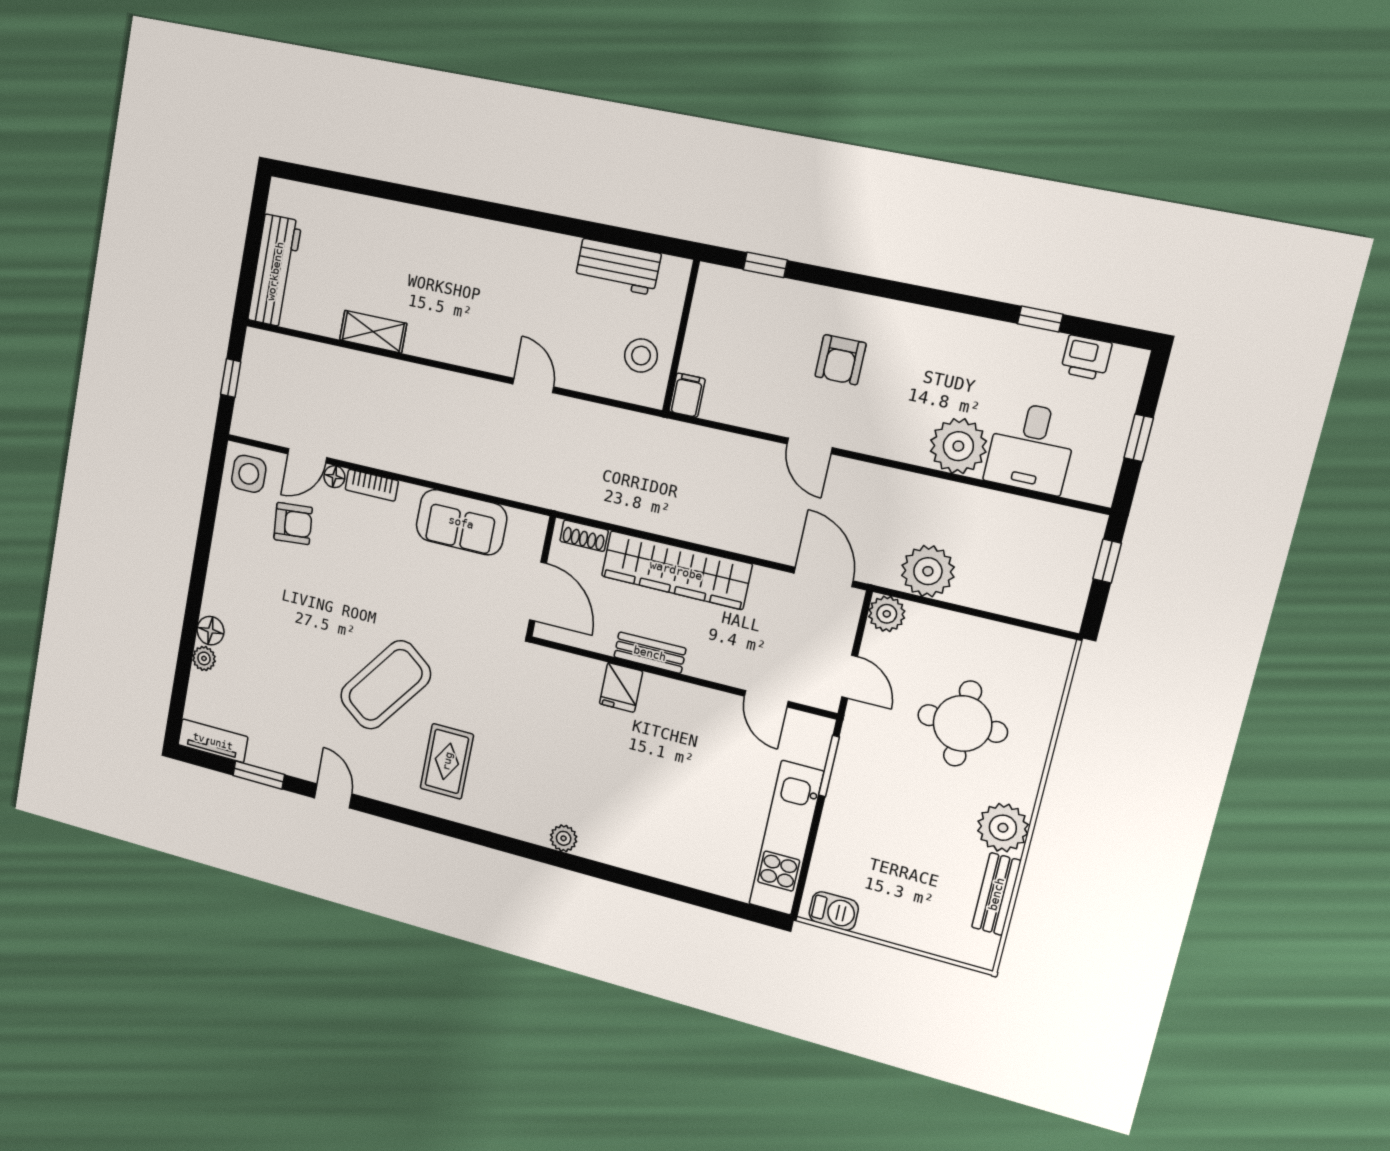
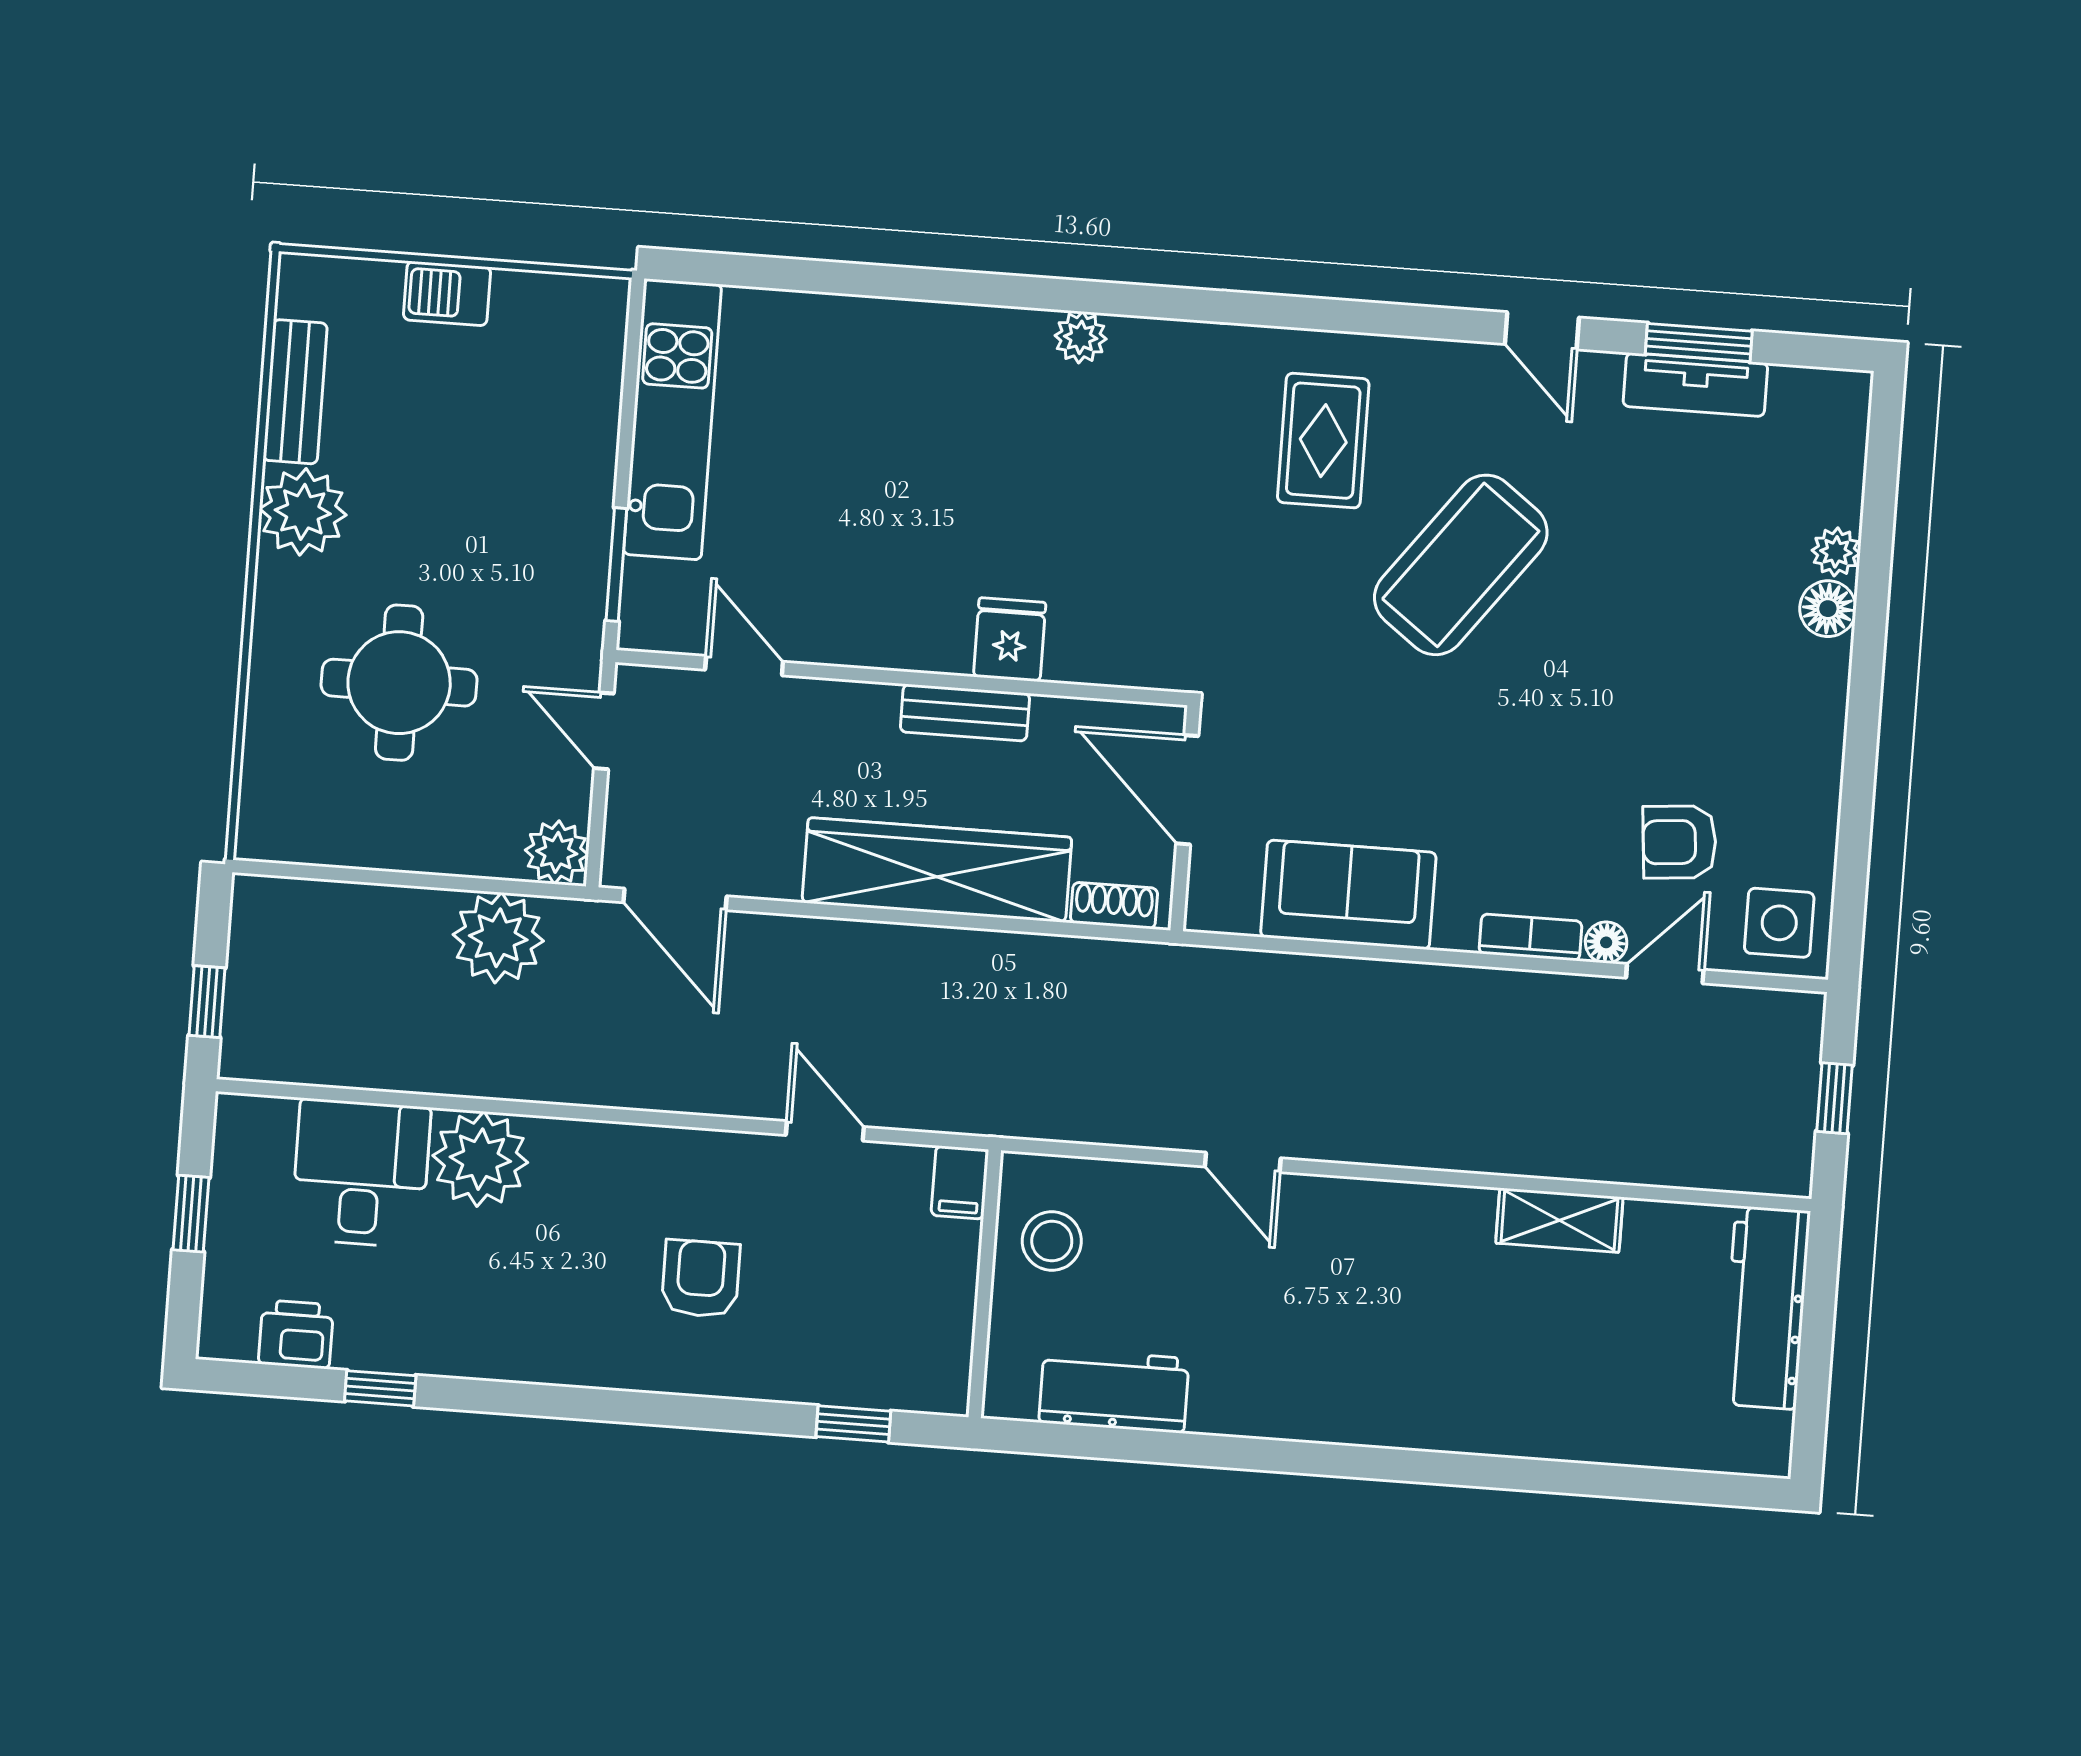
door: (810, 446) -> (825, 1131), moved
tv unit: (213, 741) -> (1695, 385), moved
barbecue: (834, 911) -> (447, 293), moved

